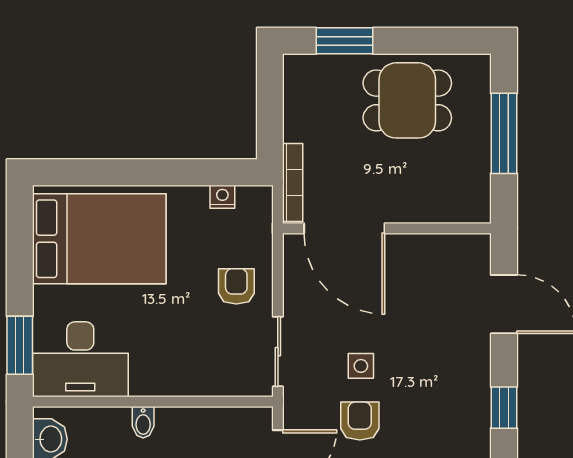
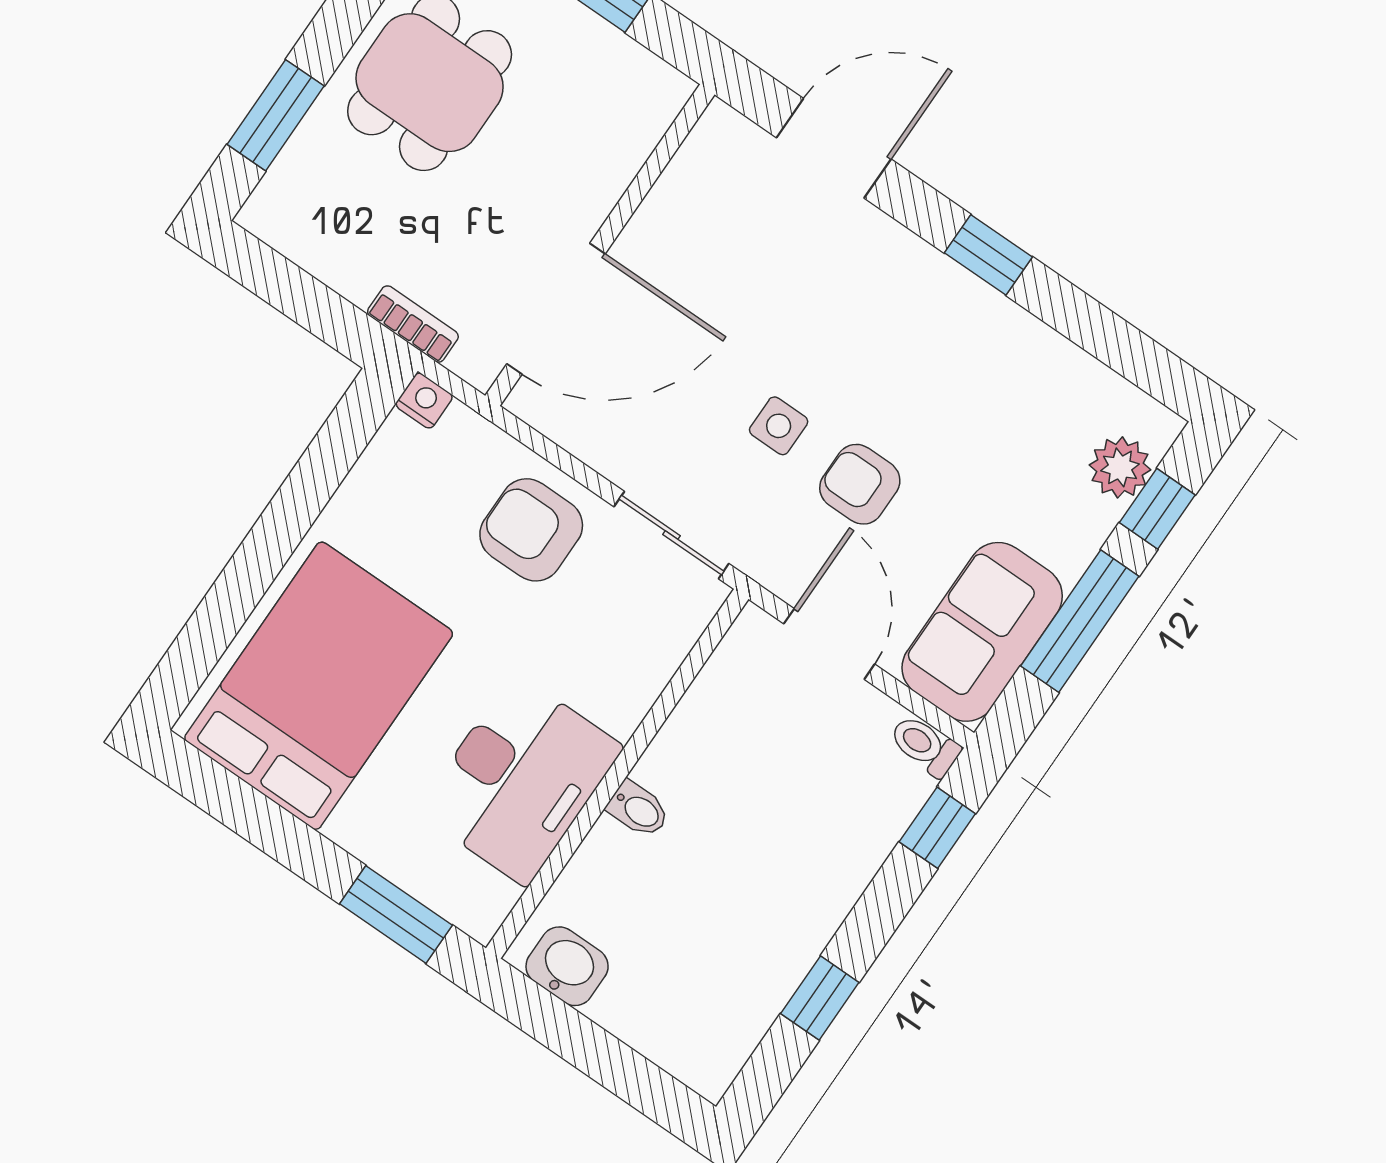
bookcase: (293, 182) -> (413, 324), width x0.64
nightstand: (222, 197) -> (424, 401), moved, turned 90
armchair: (236, 286) -> (531, 530), width x1.38, depth x1.38
desk: (80, 359) -> (520, 779), moved

